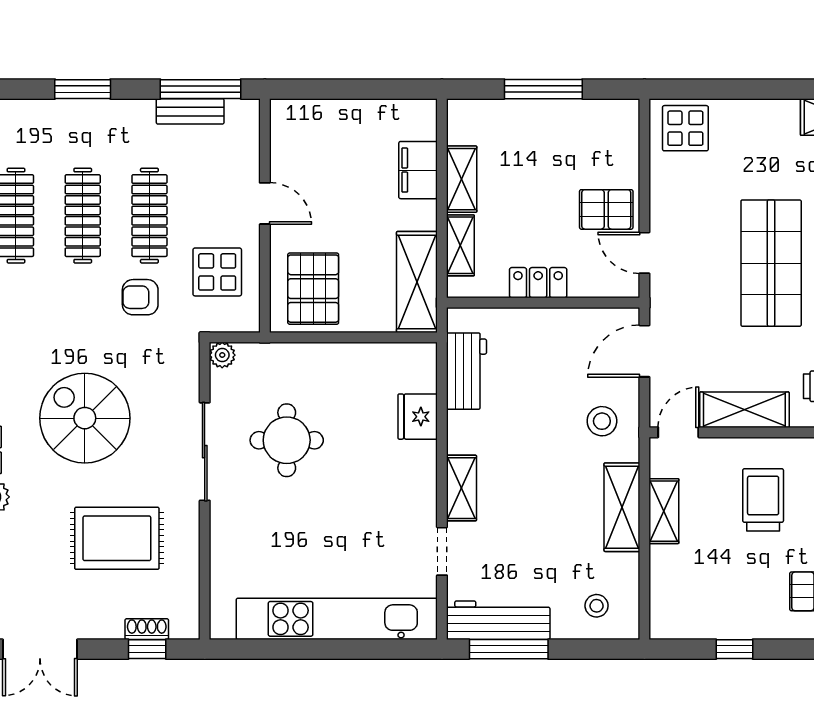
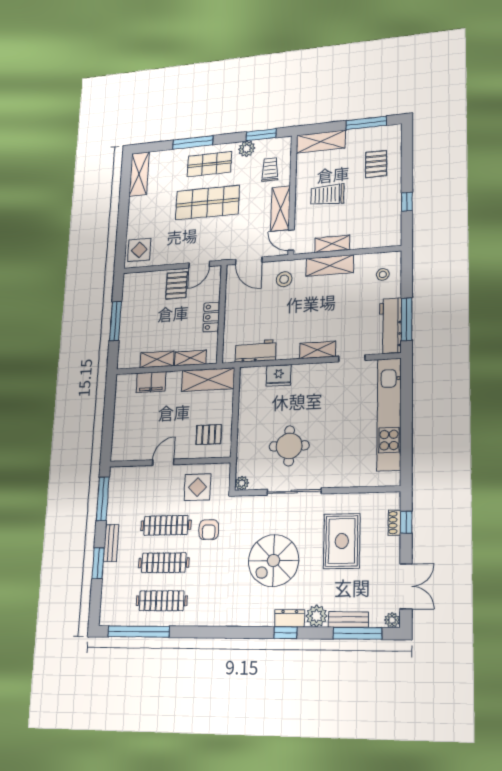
bench: (190, 111) -> (111, 543), moved
pallet: (313, 289) -> (209, 435), width x0.67, depth x0.71

